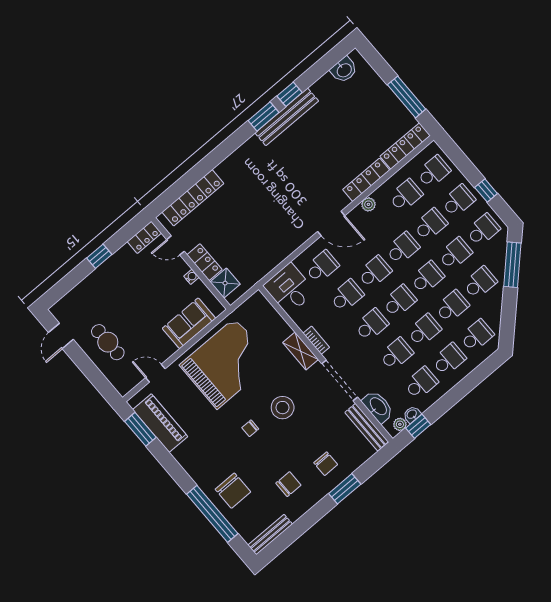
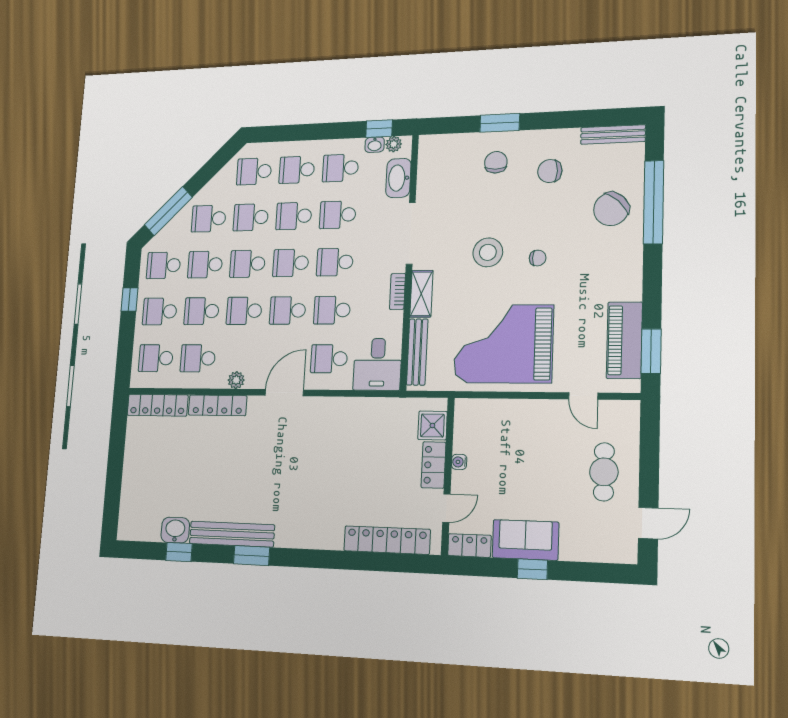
washbasin: (344, 70) -> (175, 530), moved
window: (290, 94) -> (179, 552), moved
window: (407, 97) -> (116, 450), removed
door: (331, 224) -> (284, 393), hinge flipped
door: (175, 245) -> (446, 508), hinge flipped
sofa: (189, 323) -> (525, 540), moved, turned 180
bench: (367, 427) -> (417, 352), moved
chair: (233, 491) -> (611, 209), turned -137

